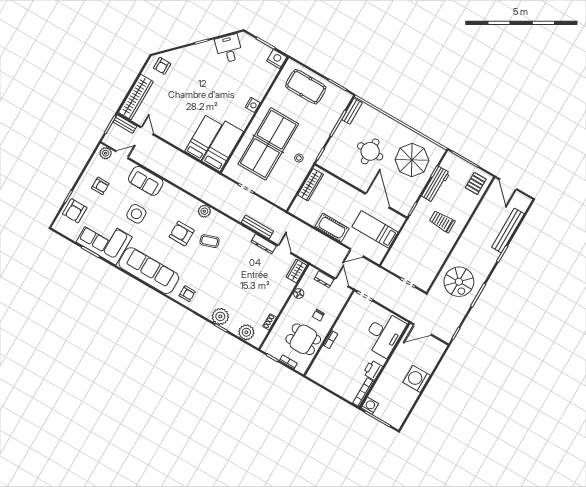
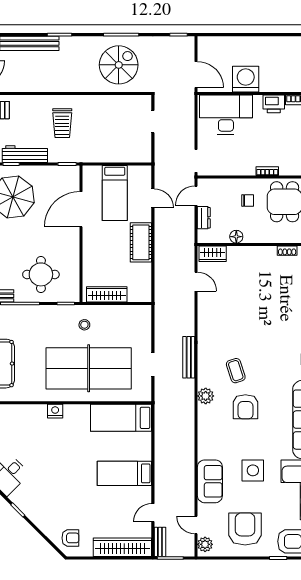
bed: (203, 138) -> (124, 473), moved
round table: (370, 151) -> (41, 274), moved
armchair: (100, 186) -> (245, 529), width x1.88, depth x1.88
bench: (257, 227) -> (189, 357), moved
dresser: (264, 244) -> (204, 308), removed
door: (284, 249) -> (196, 282), swing flipped
washing machine: (417, 379) -> (246, 79), moved, turned 180

